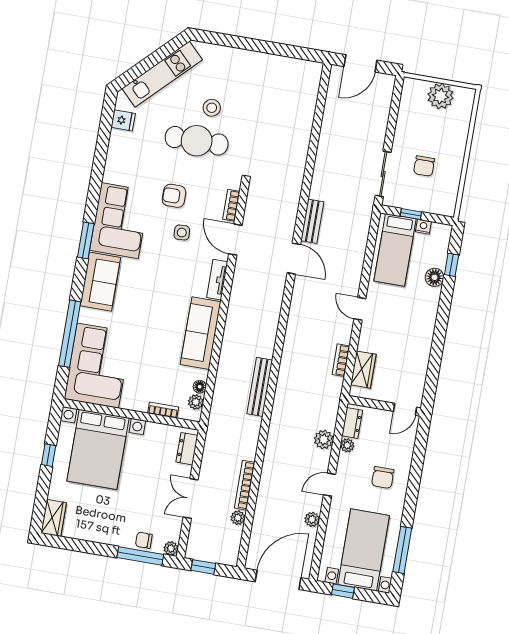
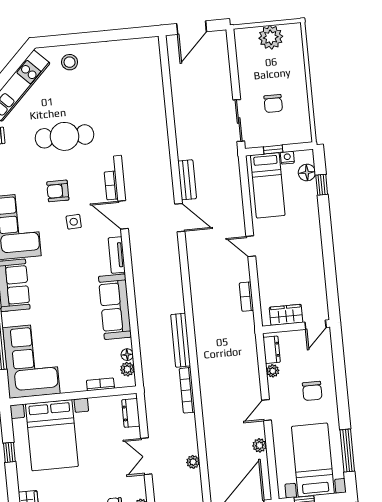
stool: (212, 108) -> (70, 62), moved
floor lamp: (434, 277) -> (307, 172), moved
wardrobe: (363, 370) -> (286, 315), moved, turned -90
plant: (324, 440) -> (250, 371), removed
bookcase: (245, 485) -> (187, 390), moved

